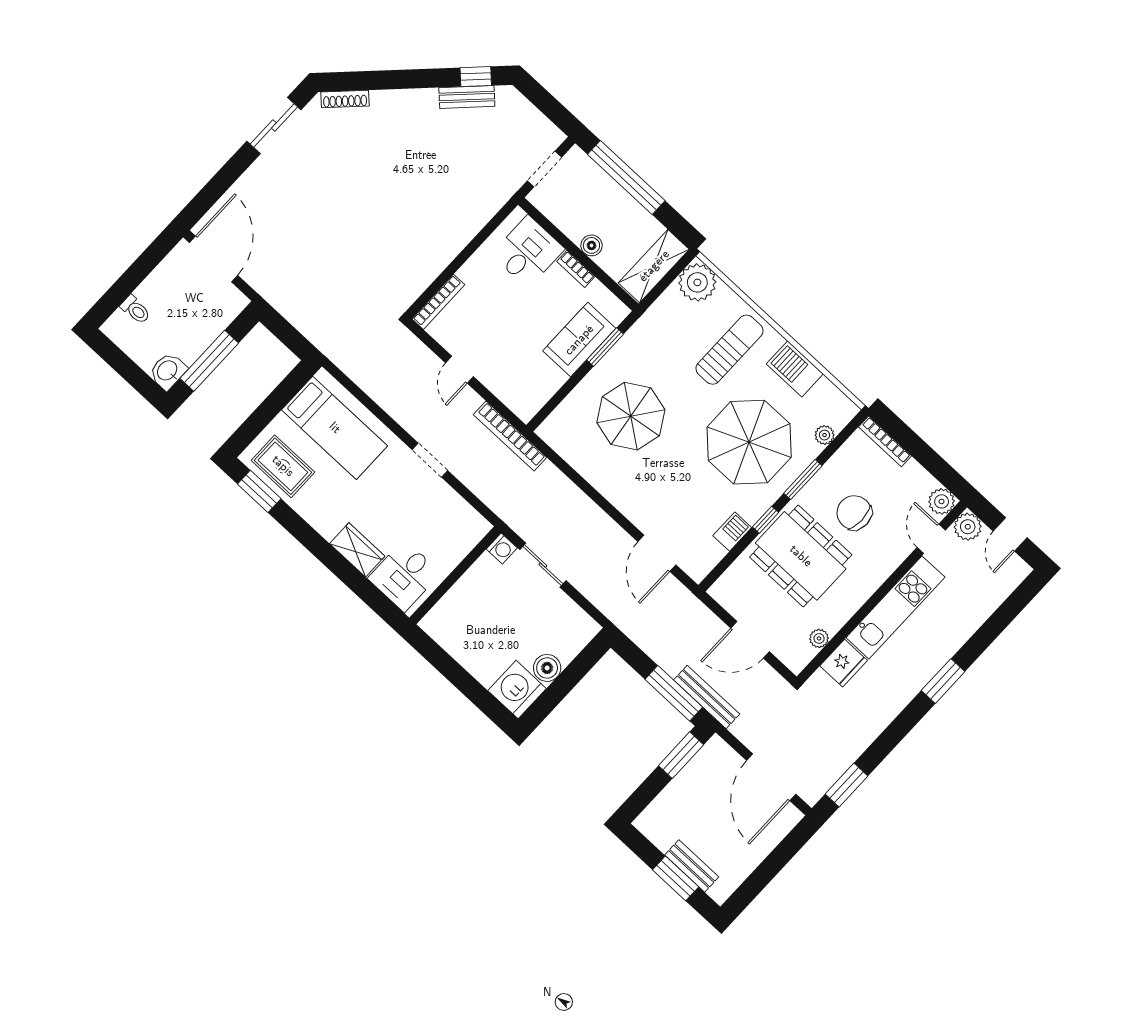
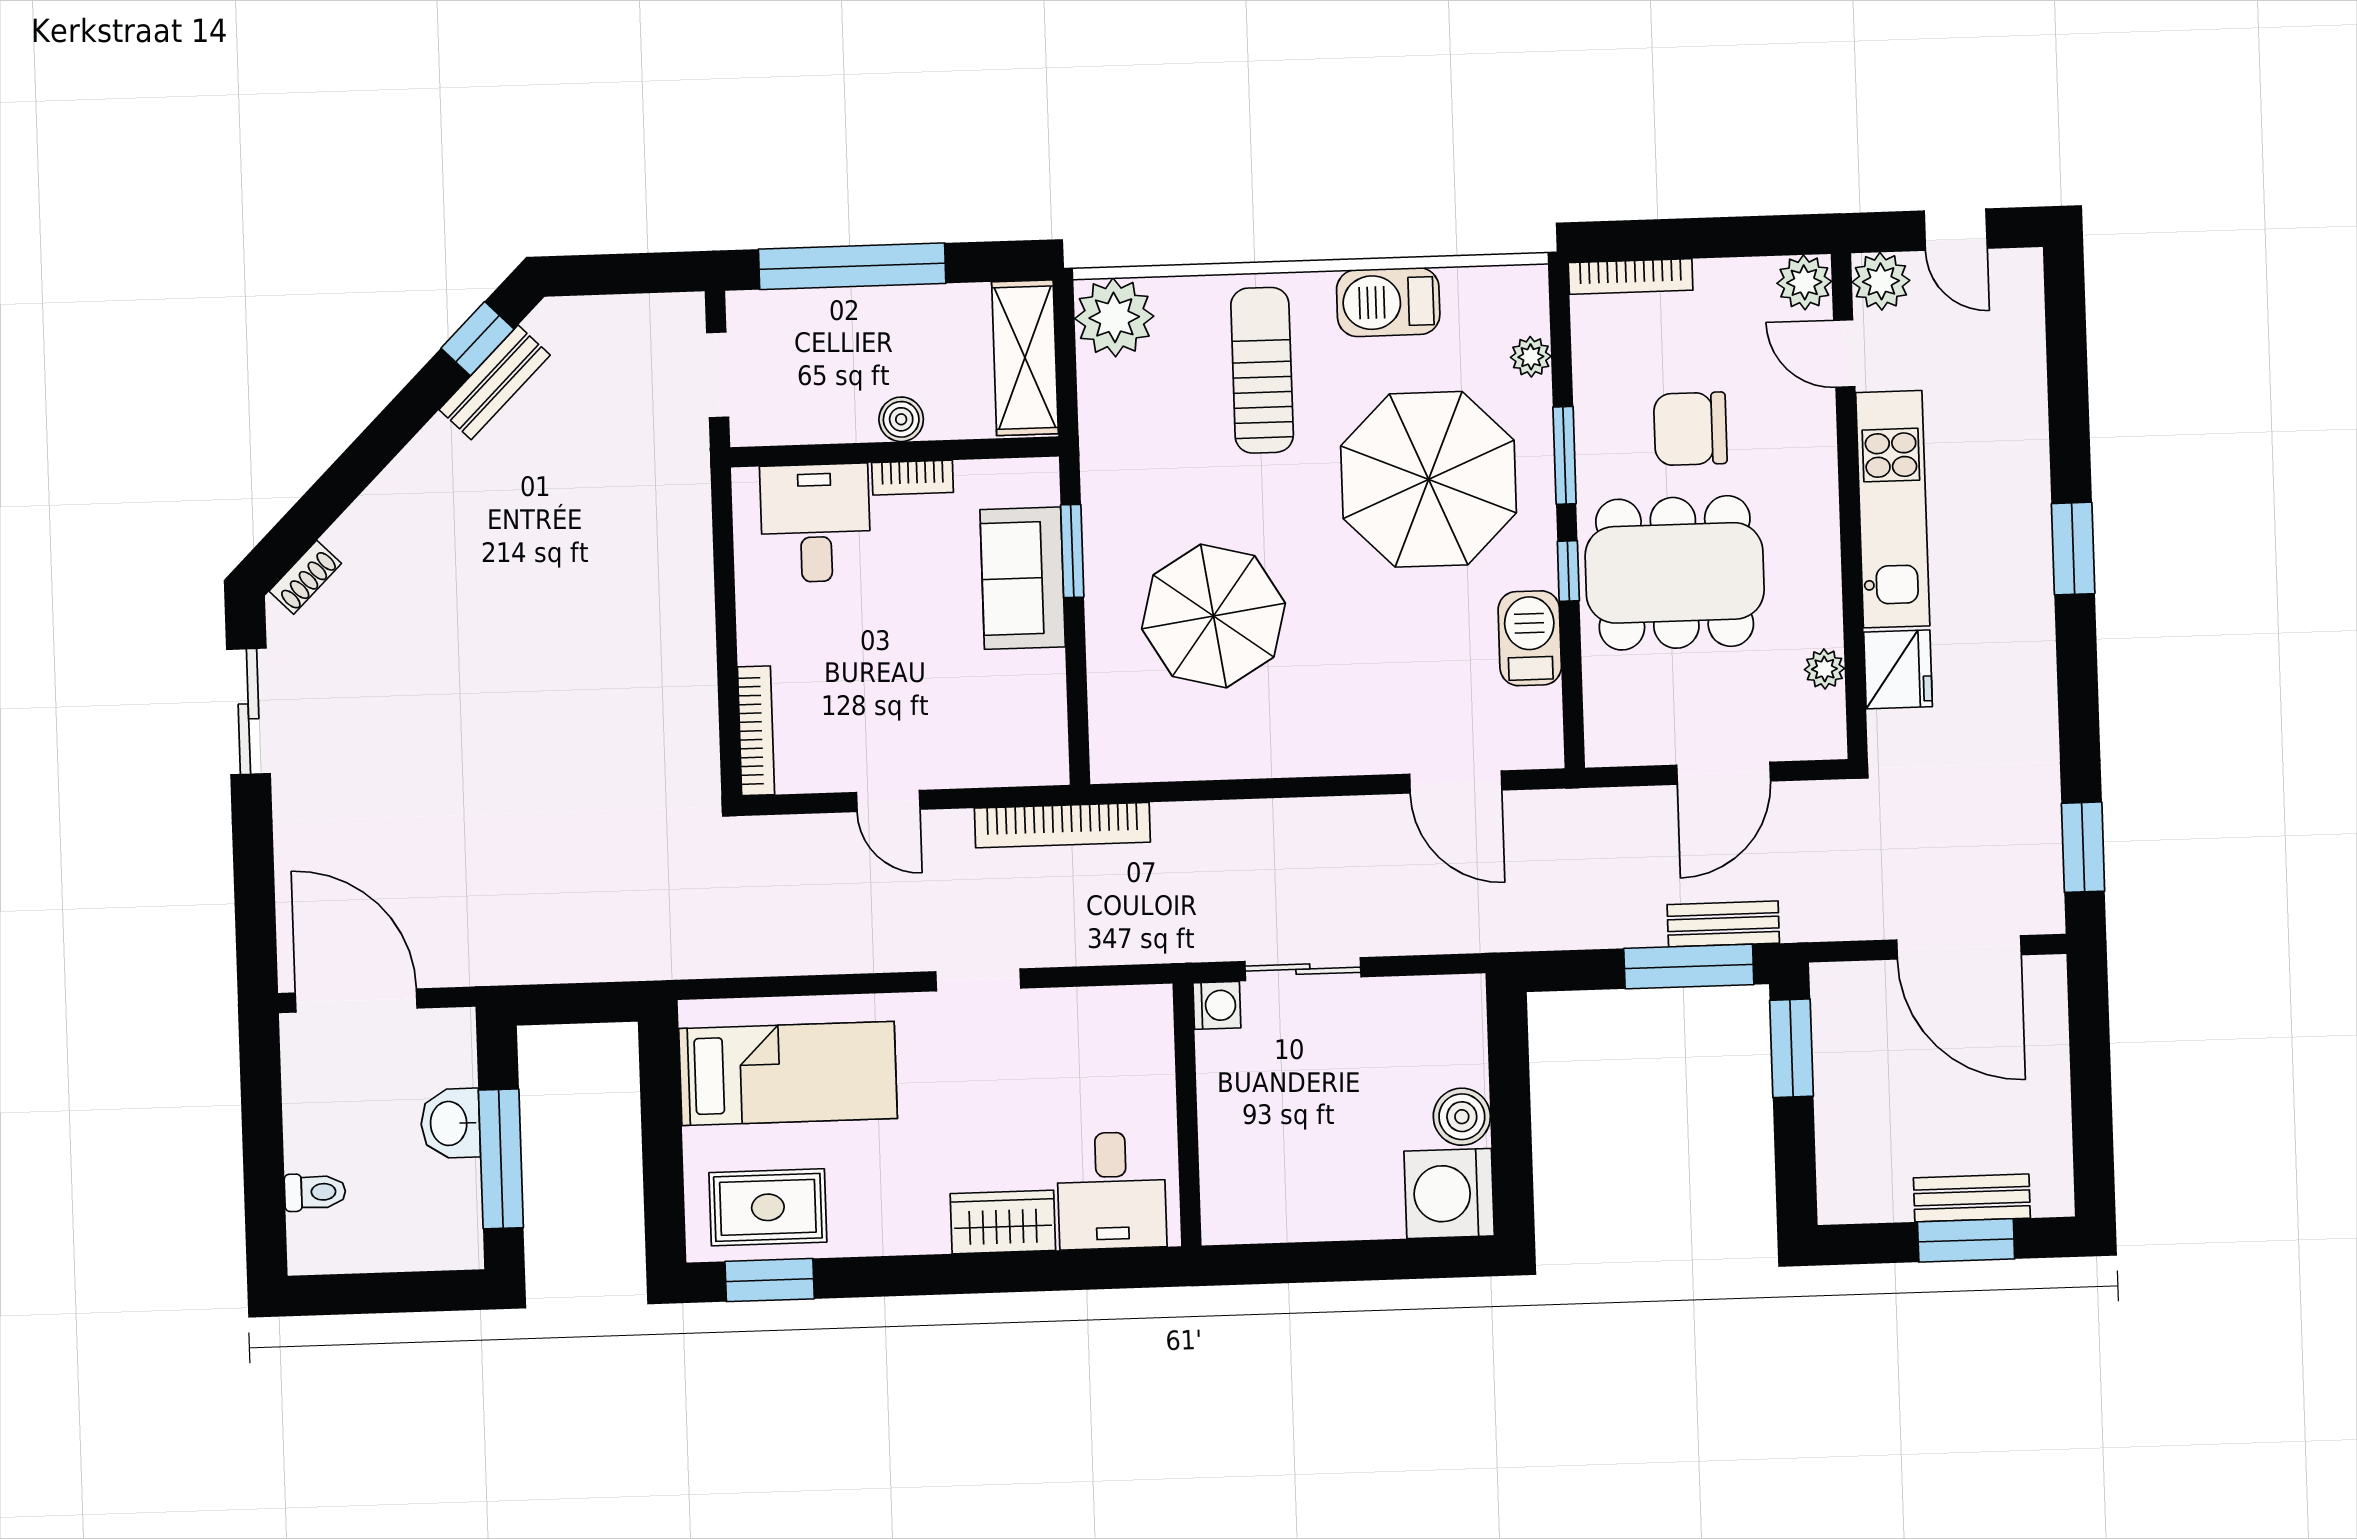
shoe rack: (345, 99) -> (305, 577), width x0.70
washbasin: (168, 371) -> (450, 1123), moved
barbecue: (732, 532) -> (1530, 638), width x1.38, depth x1.27
bench: (707, 697) -> (1723, 924), width x0.73

